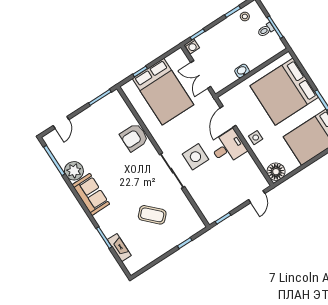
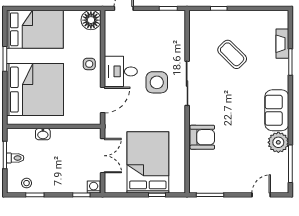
washbasin: (242, 71) -> (43, 134), moved

